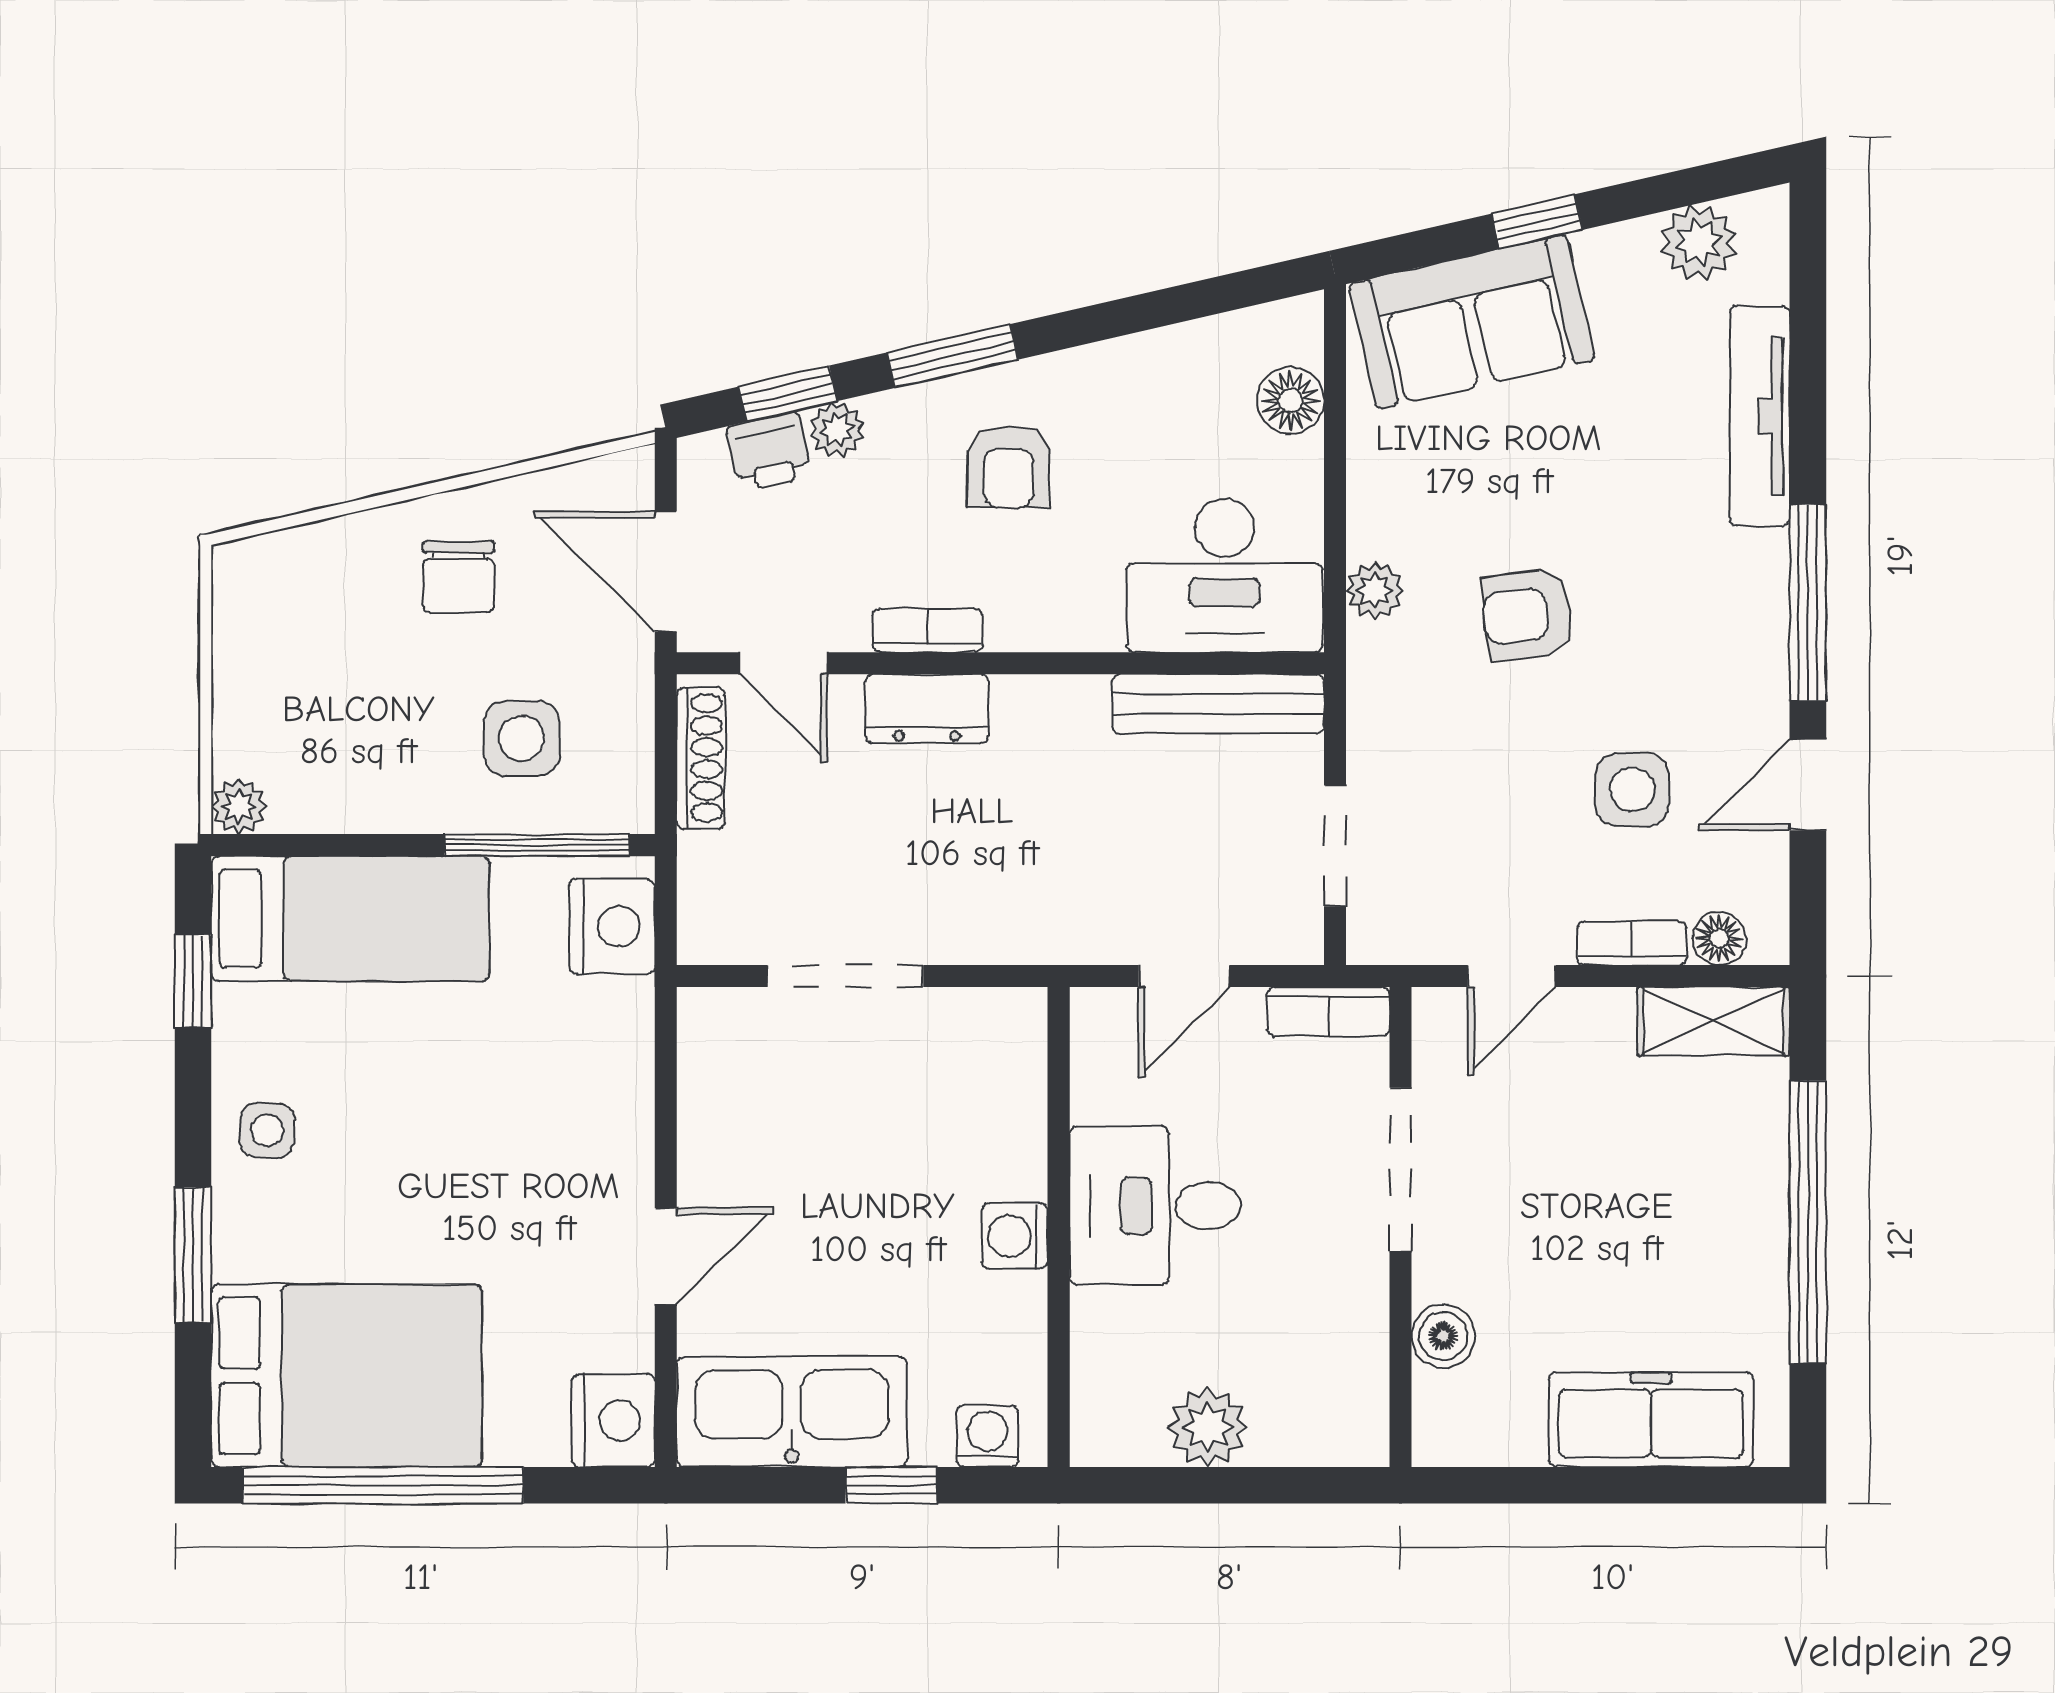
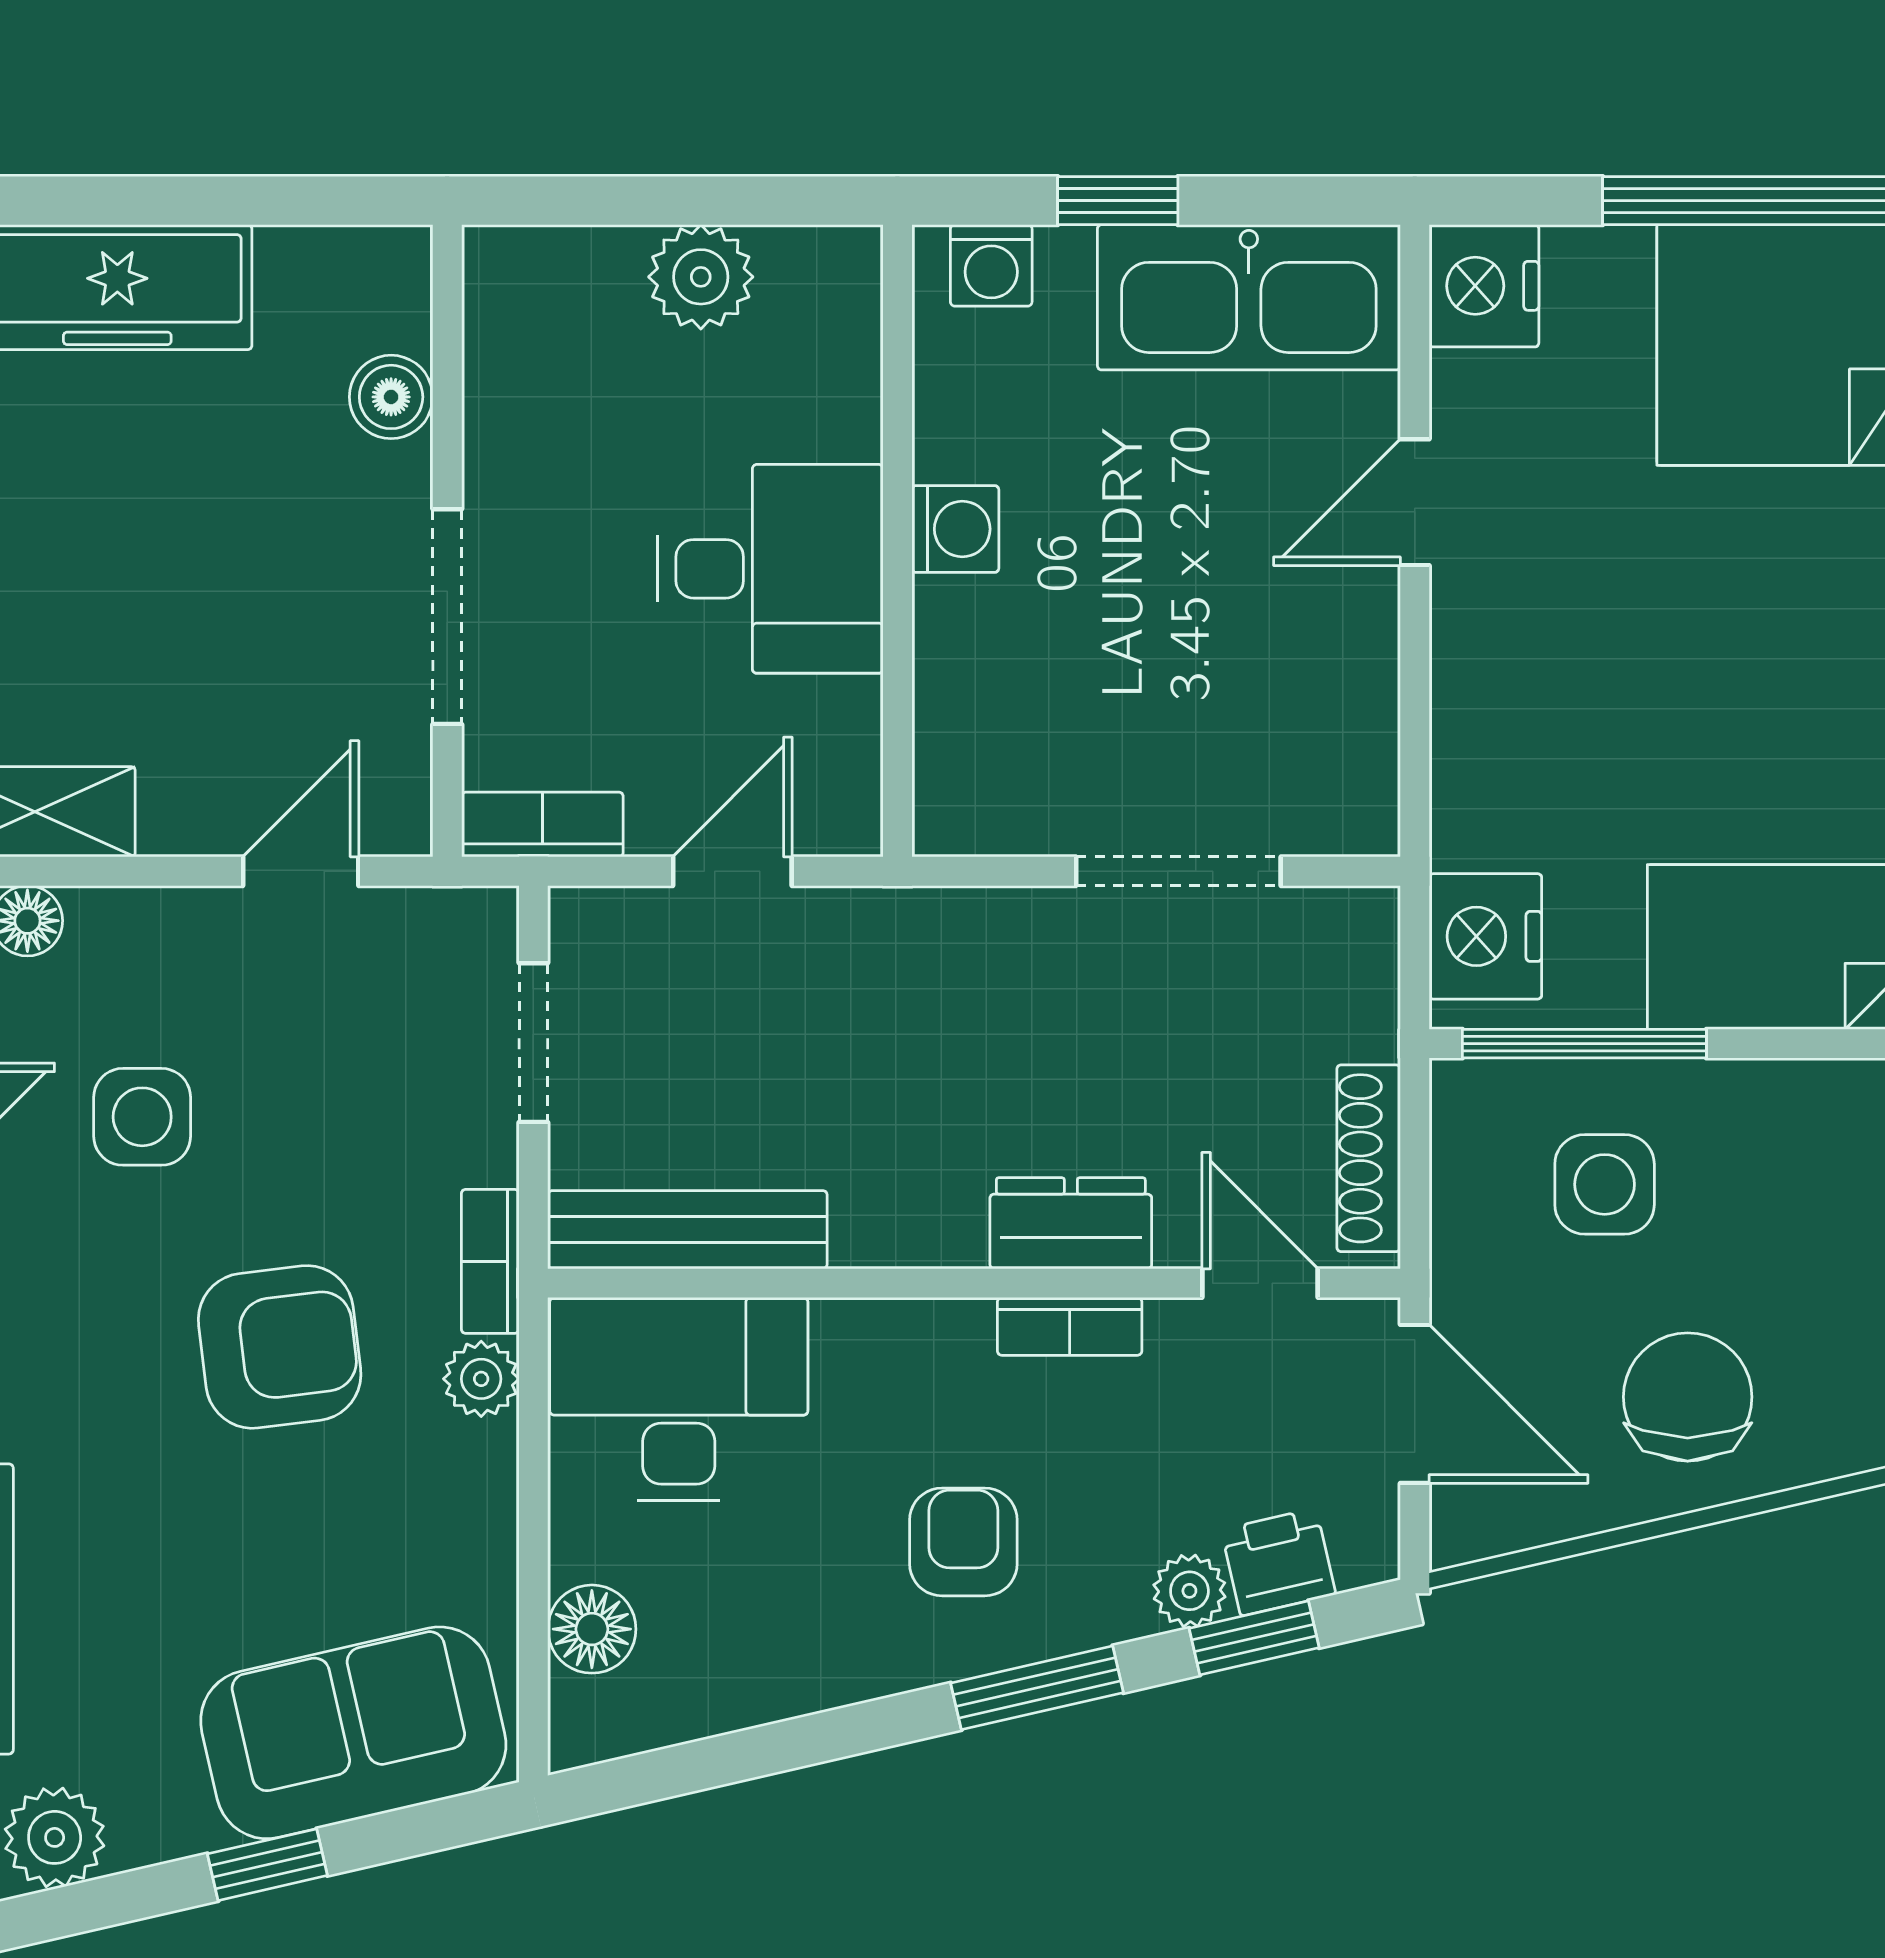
chair: (459, 577) -> (1688, 1397), width x1.37, depth x1.37
armchair: (1528, 615) -> (280, 1347), width x1.38, depth x1.38
bookcase: (1632, 943) -> (490, 1261), moved, turned 90

